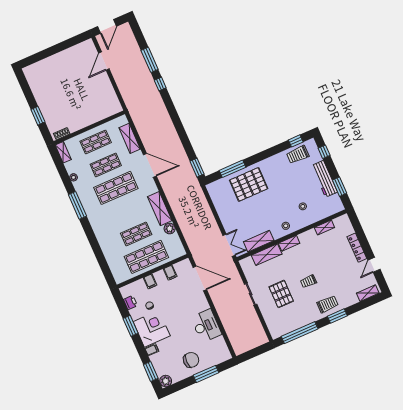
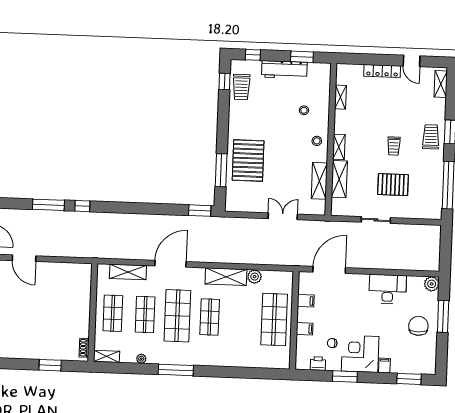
shop shelf: (136, 234) -> (210, 317), moved
double door: (229, 245) -> (283, 216), moved
plant: (166, 381) -> (432, 284), moved

